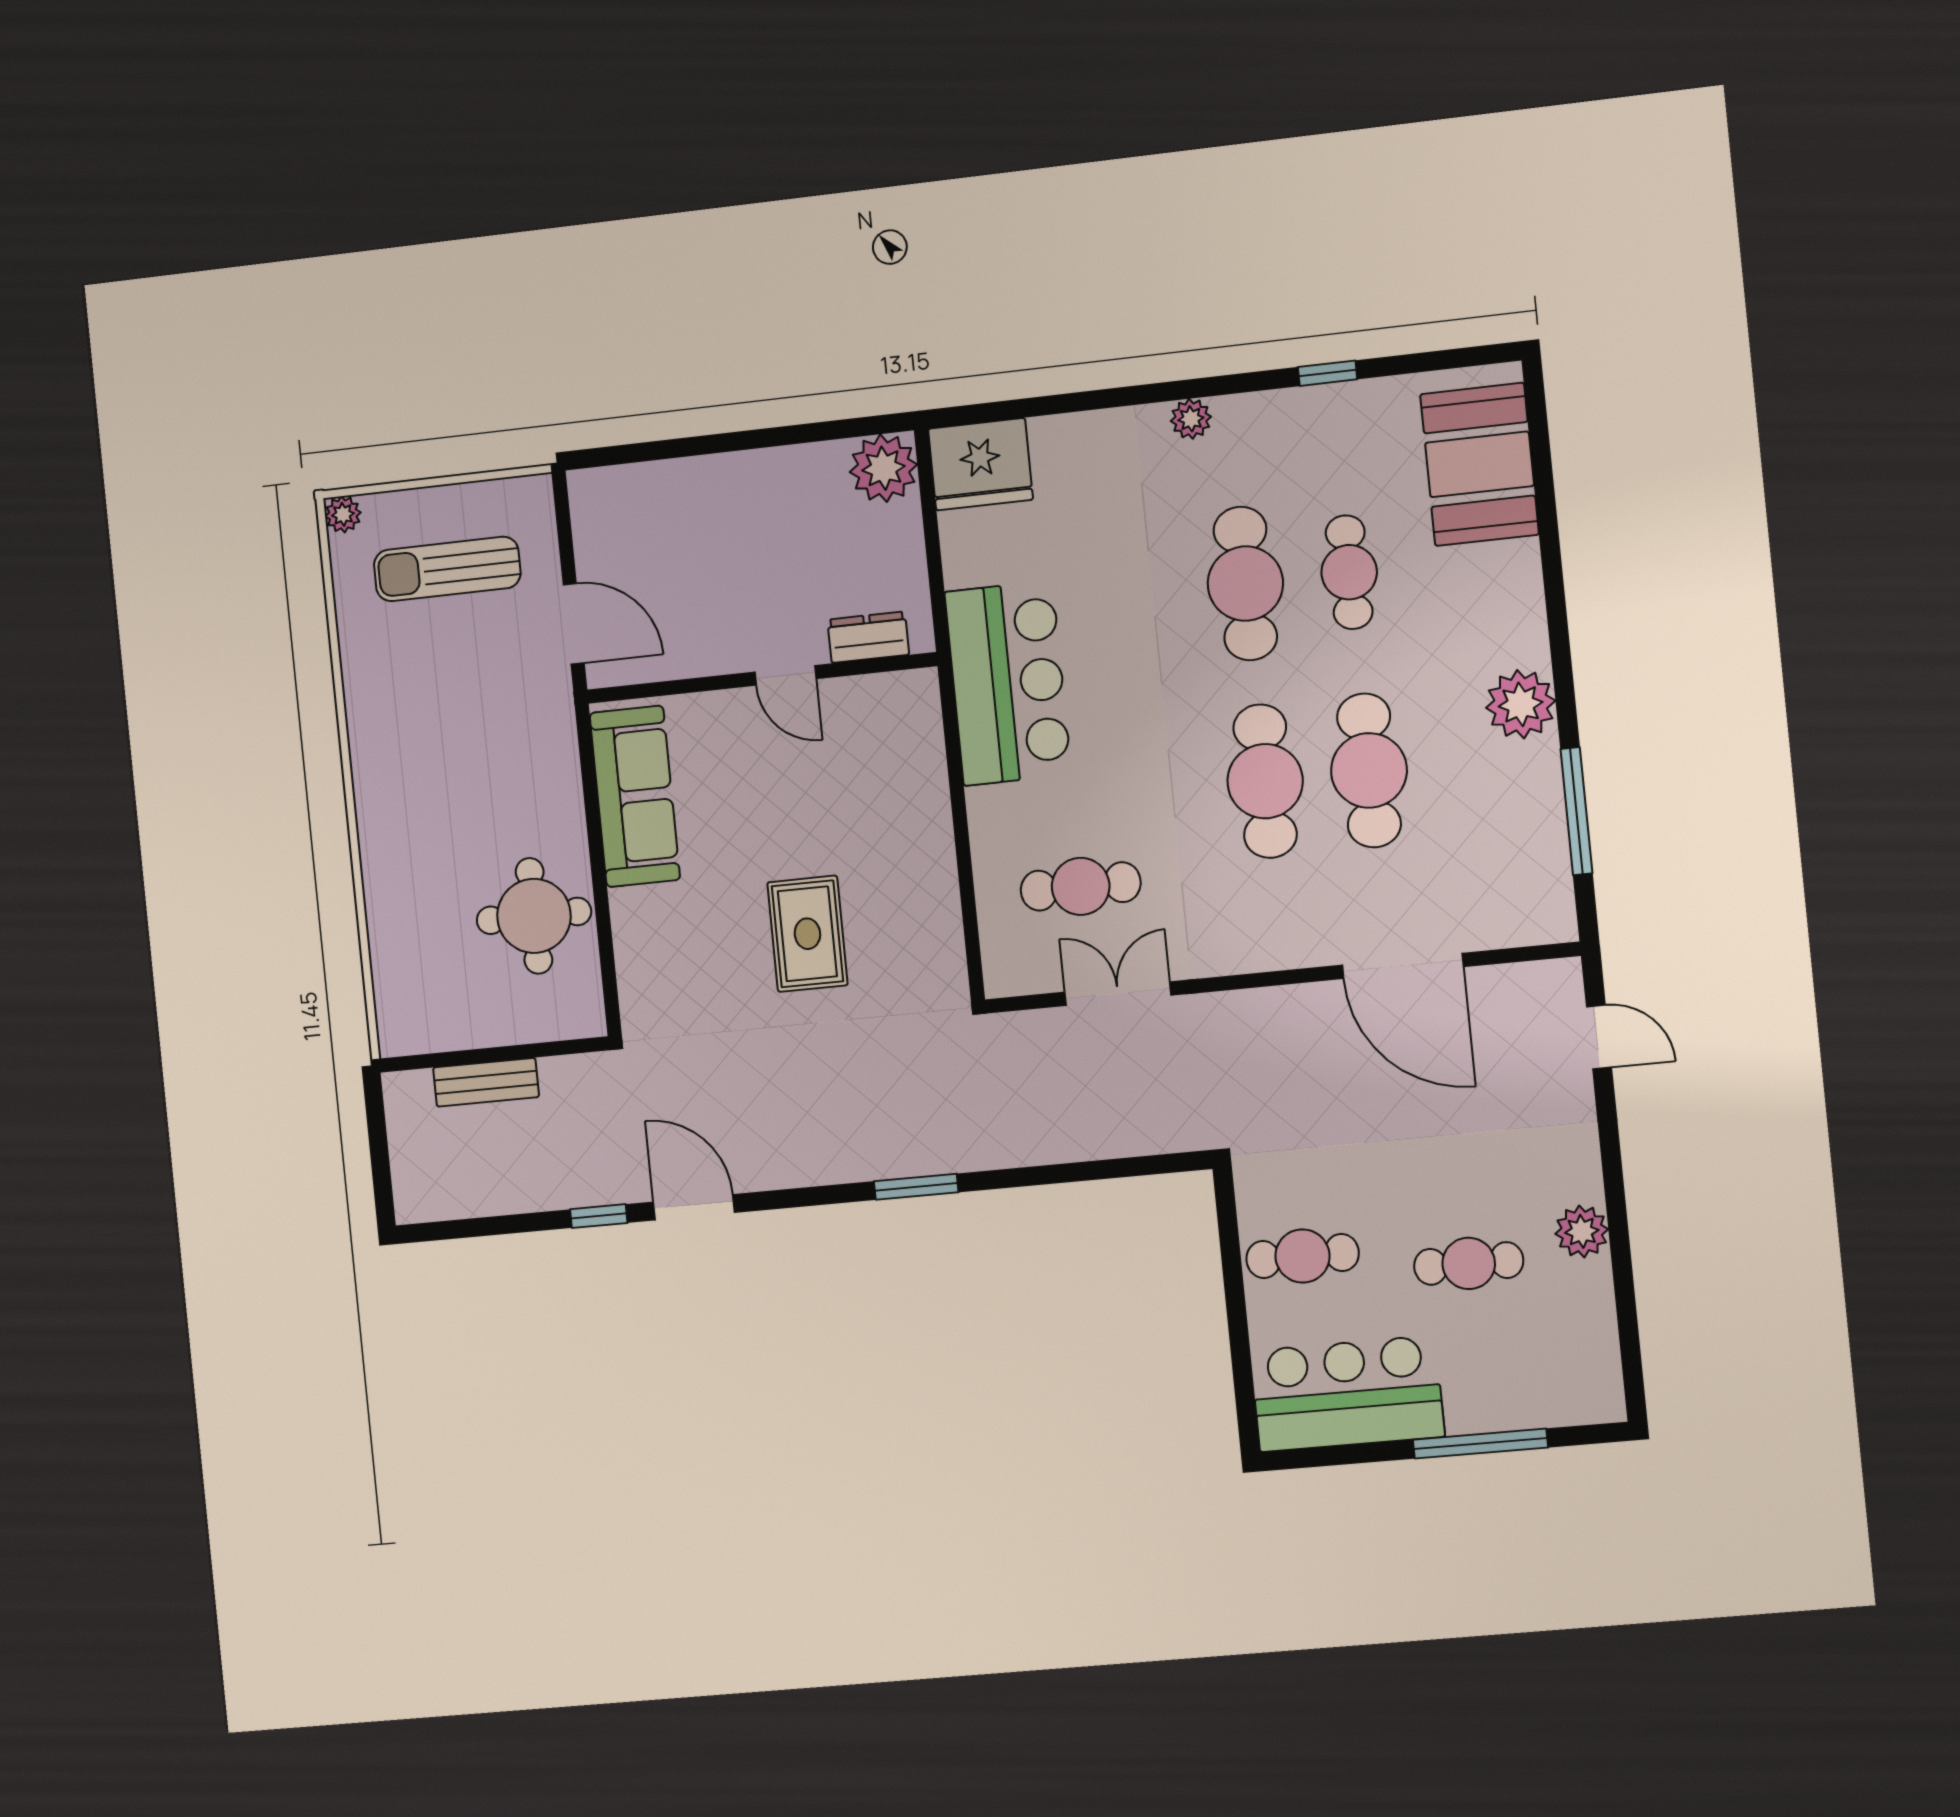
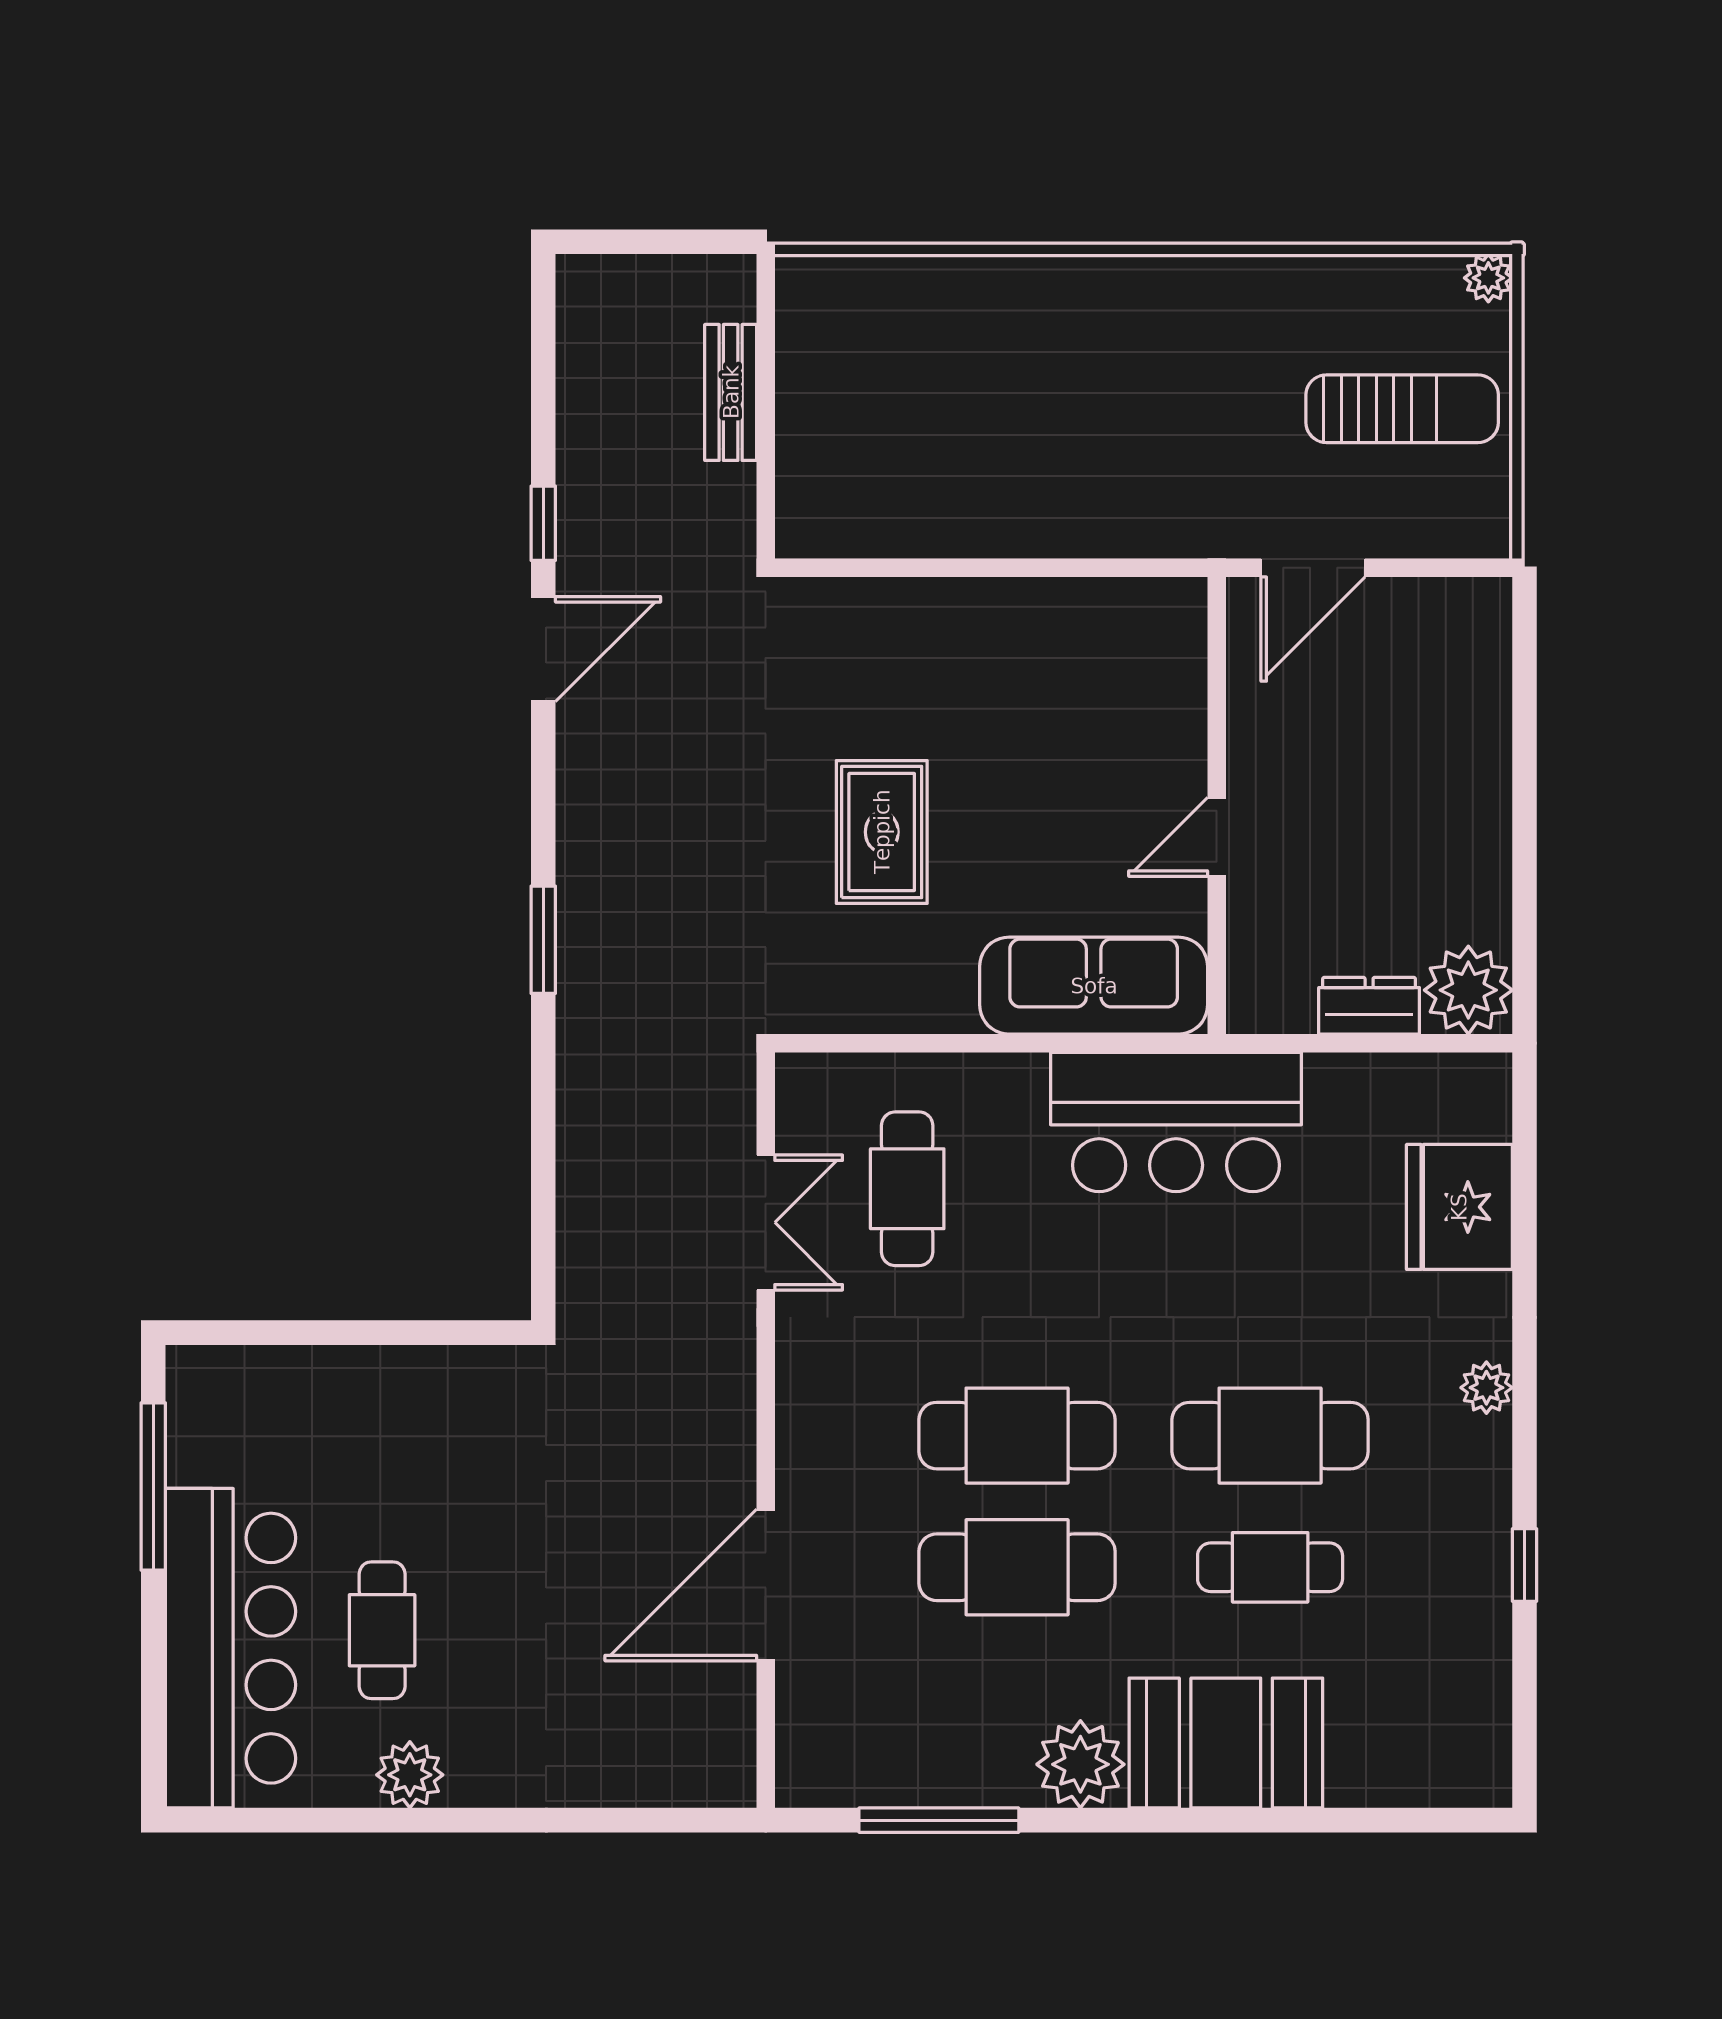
fridge: (980, 464) -> (1459, 1207), moved
booth: (1479, 464) -> (1226, 1743), moved
sun lounger: (447, 569) -> (1402, 409), turned 90
dresser: (868, 637) -> (1369, 1006), moved, turned -90
sofa: (635, 796) -> (1094, 986), moved, turned 180
round table: (534, 916) -> (940, 477), removed
rug: (807, 934) -> (882, 832), turned 90
door: (1599, 1037) -> (653, 1820), removed
cafe table: (1303, 1256) -> (410, 1423), removed
bar counter: (1347, 1394) -> (231, 1648), moved, width x1.36
window: (1480, 1444) -> (153, 1486), moved

